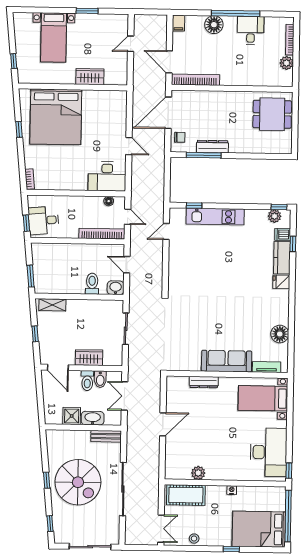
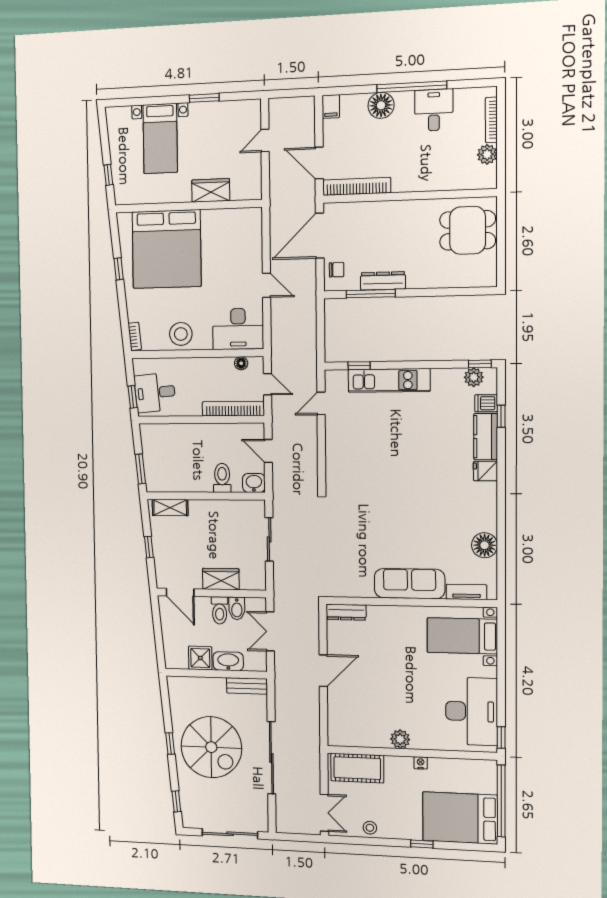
stool: (64, 178) -> (181, 334), added
dresser: (204, 382) -> (346, 612), moved
plant: (198, 473) -> (400, 739), moved

